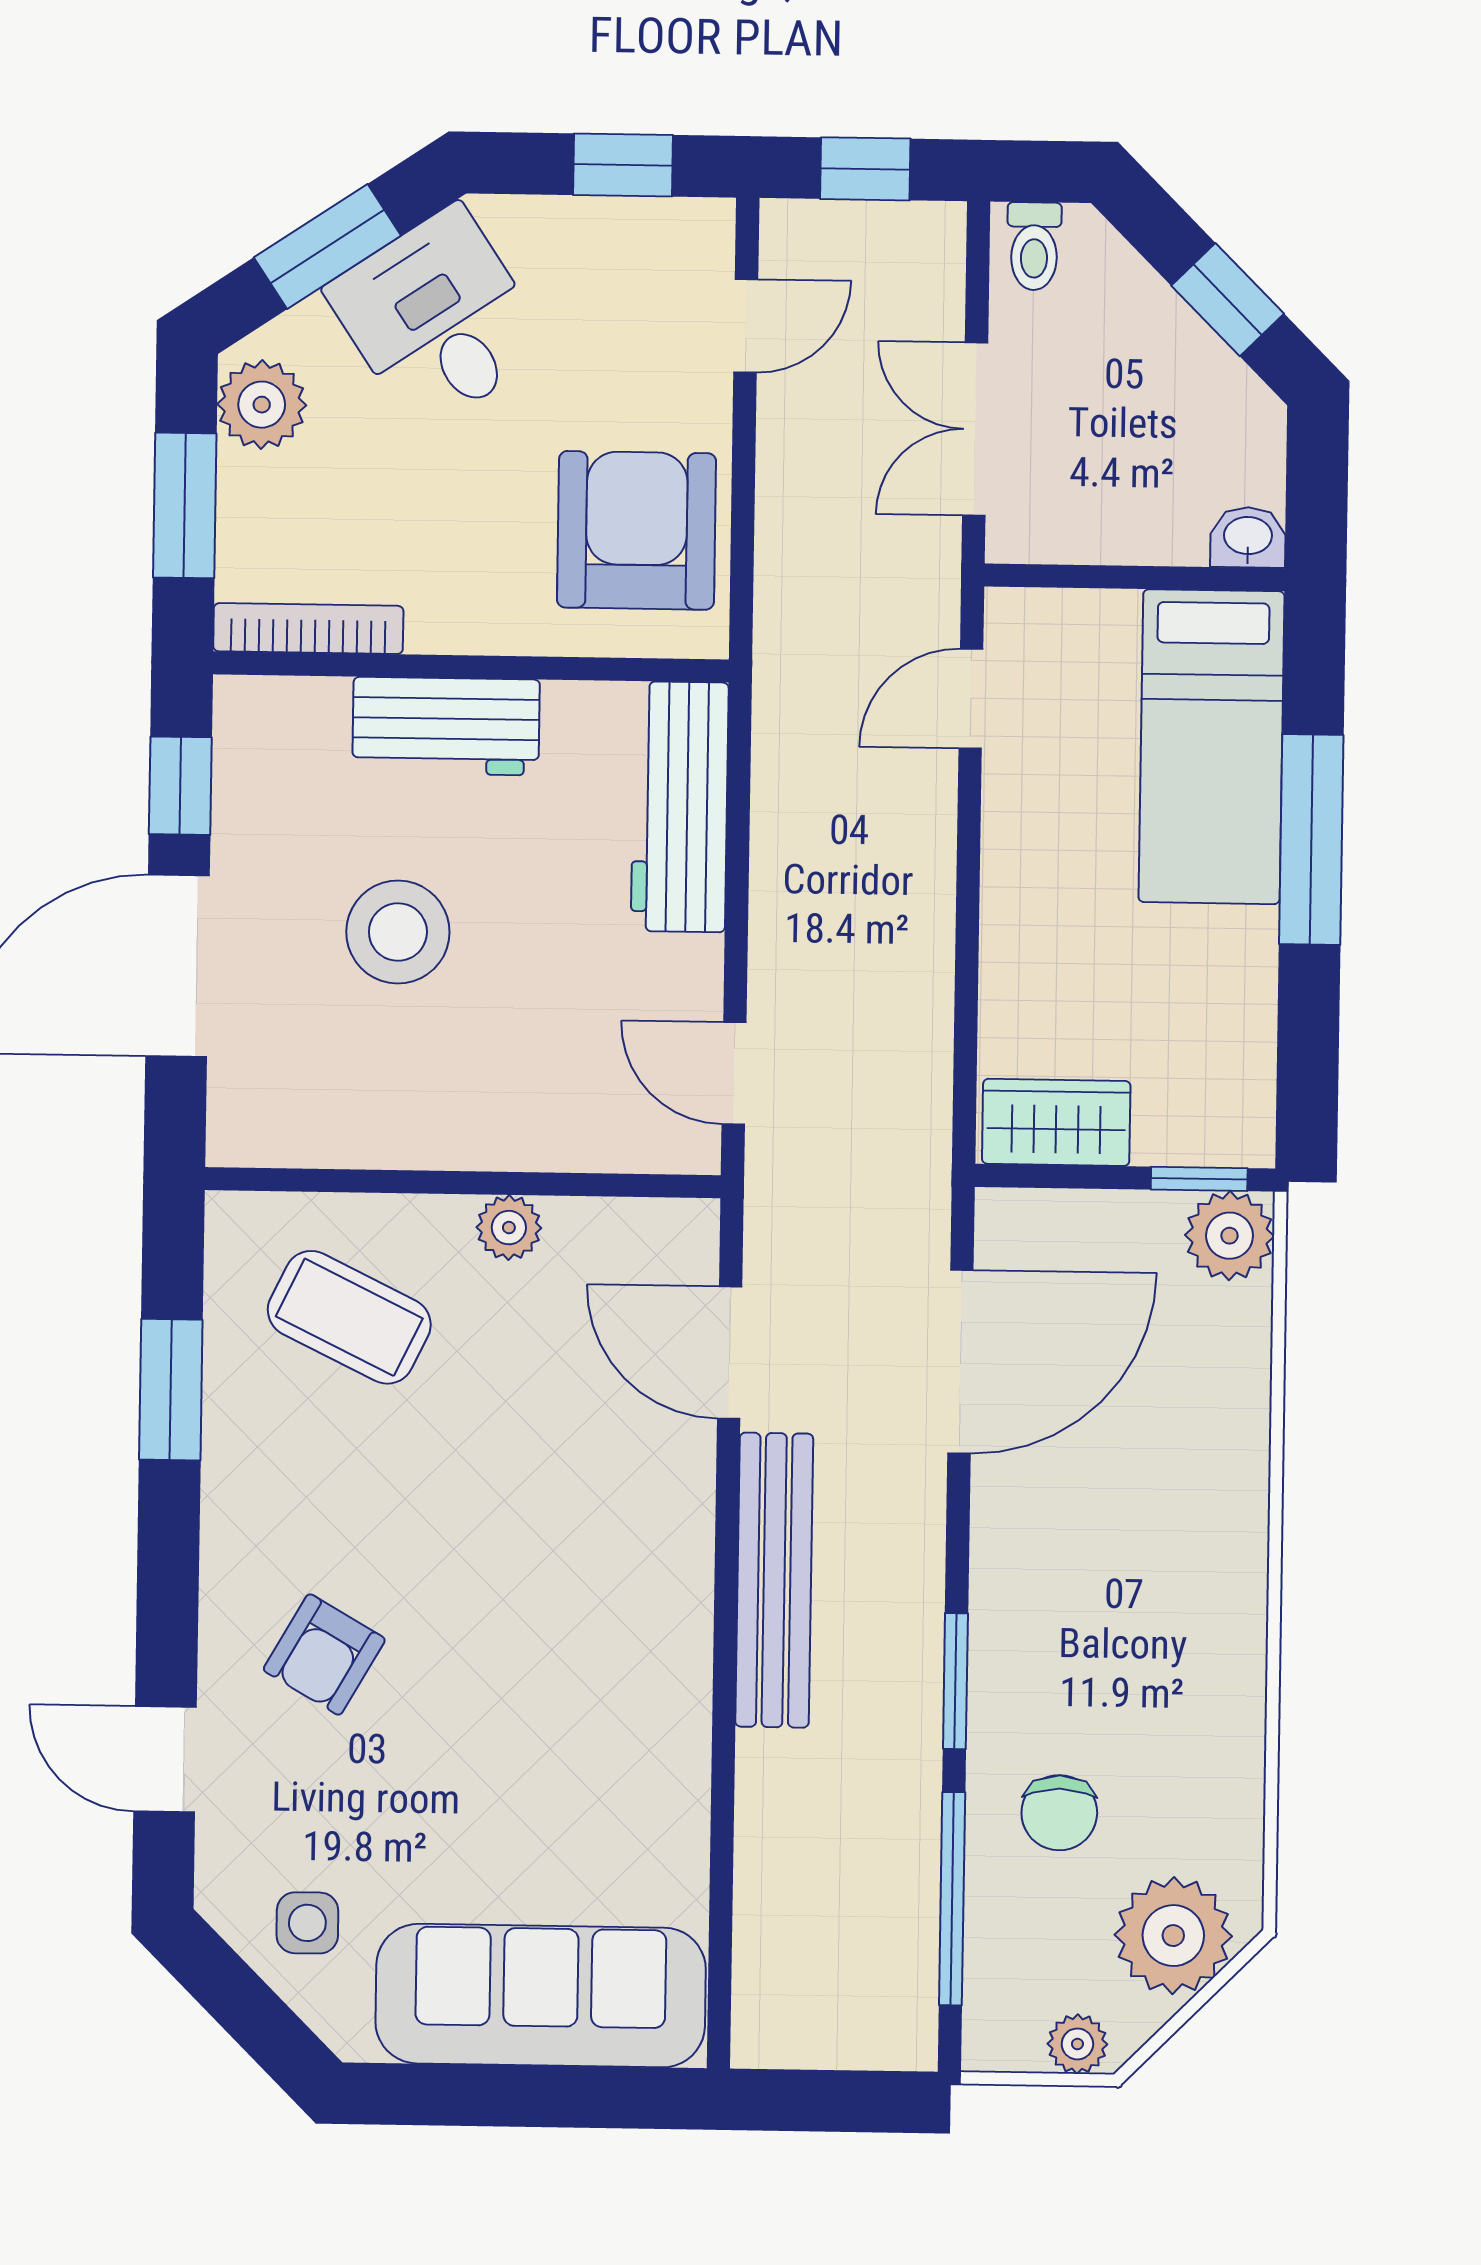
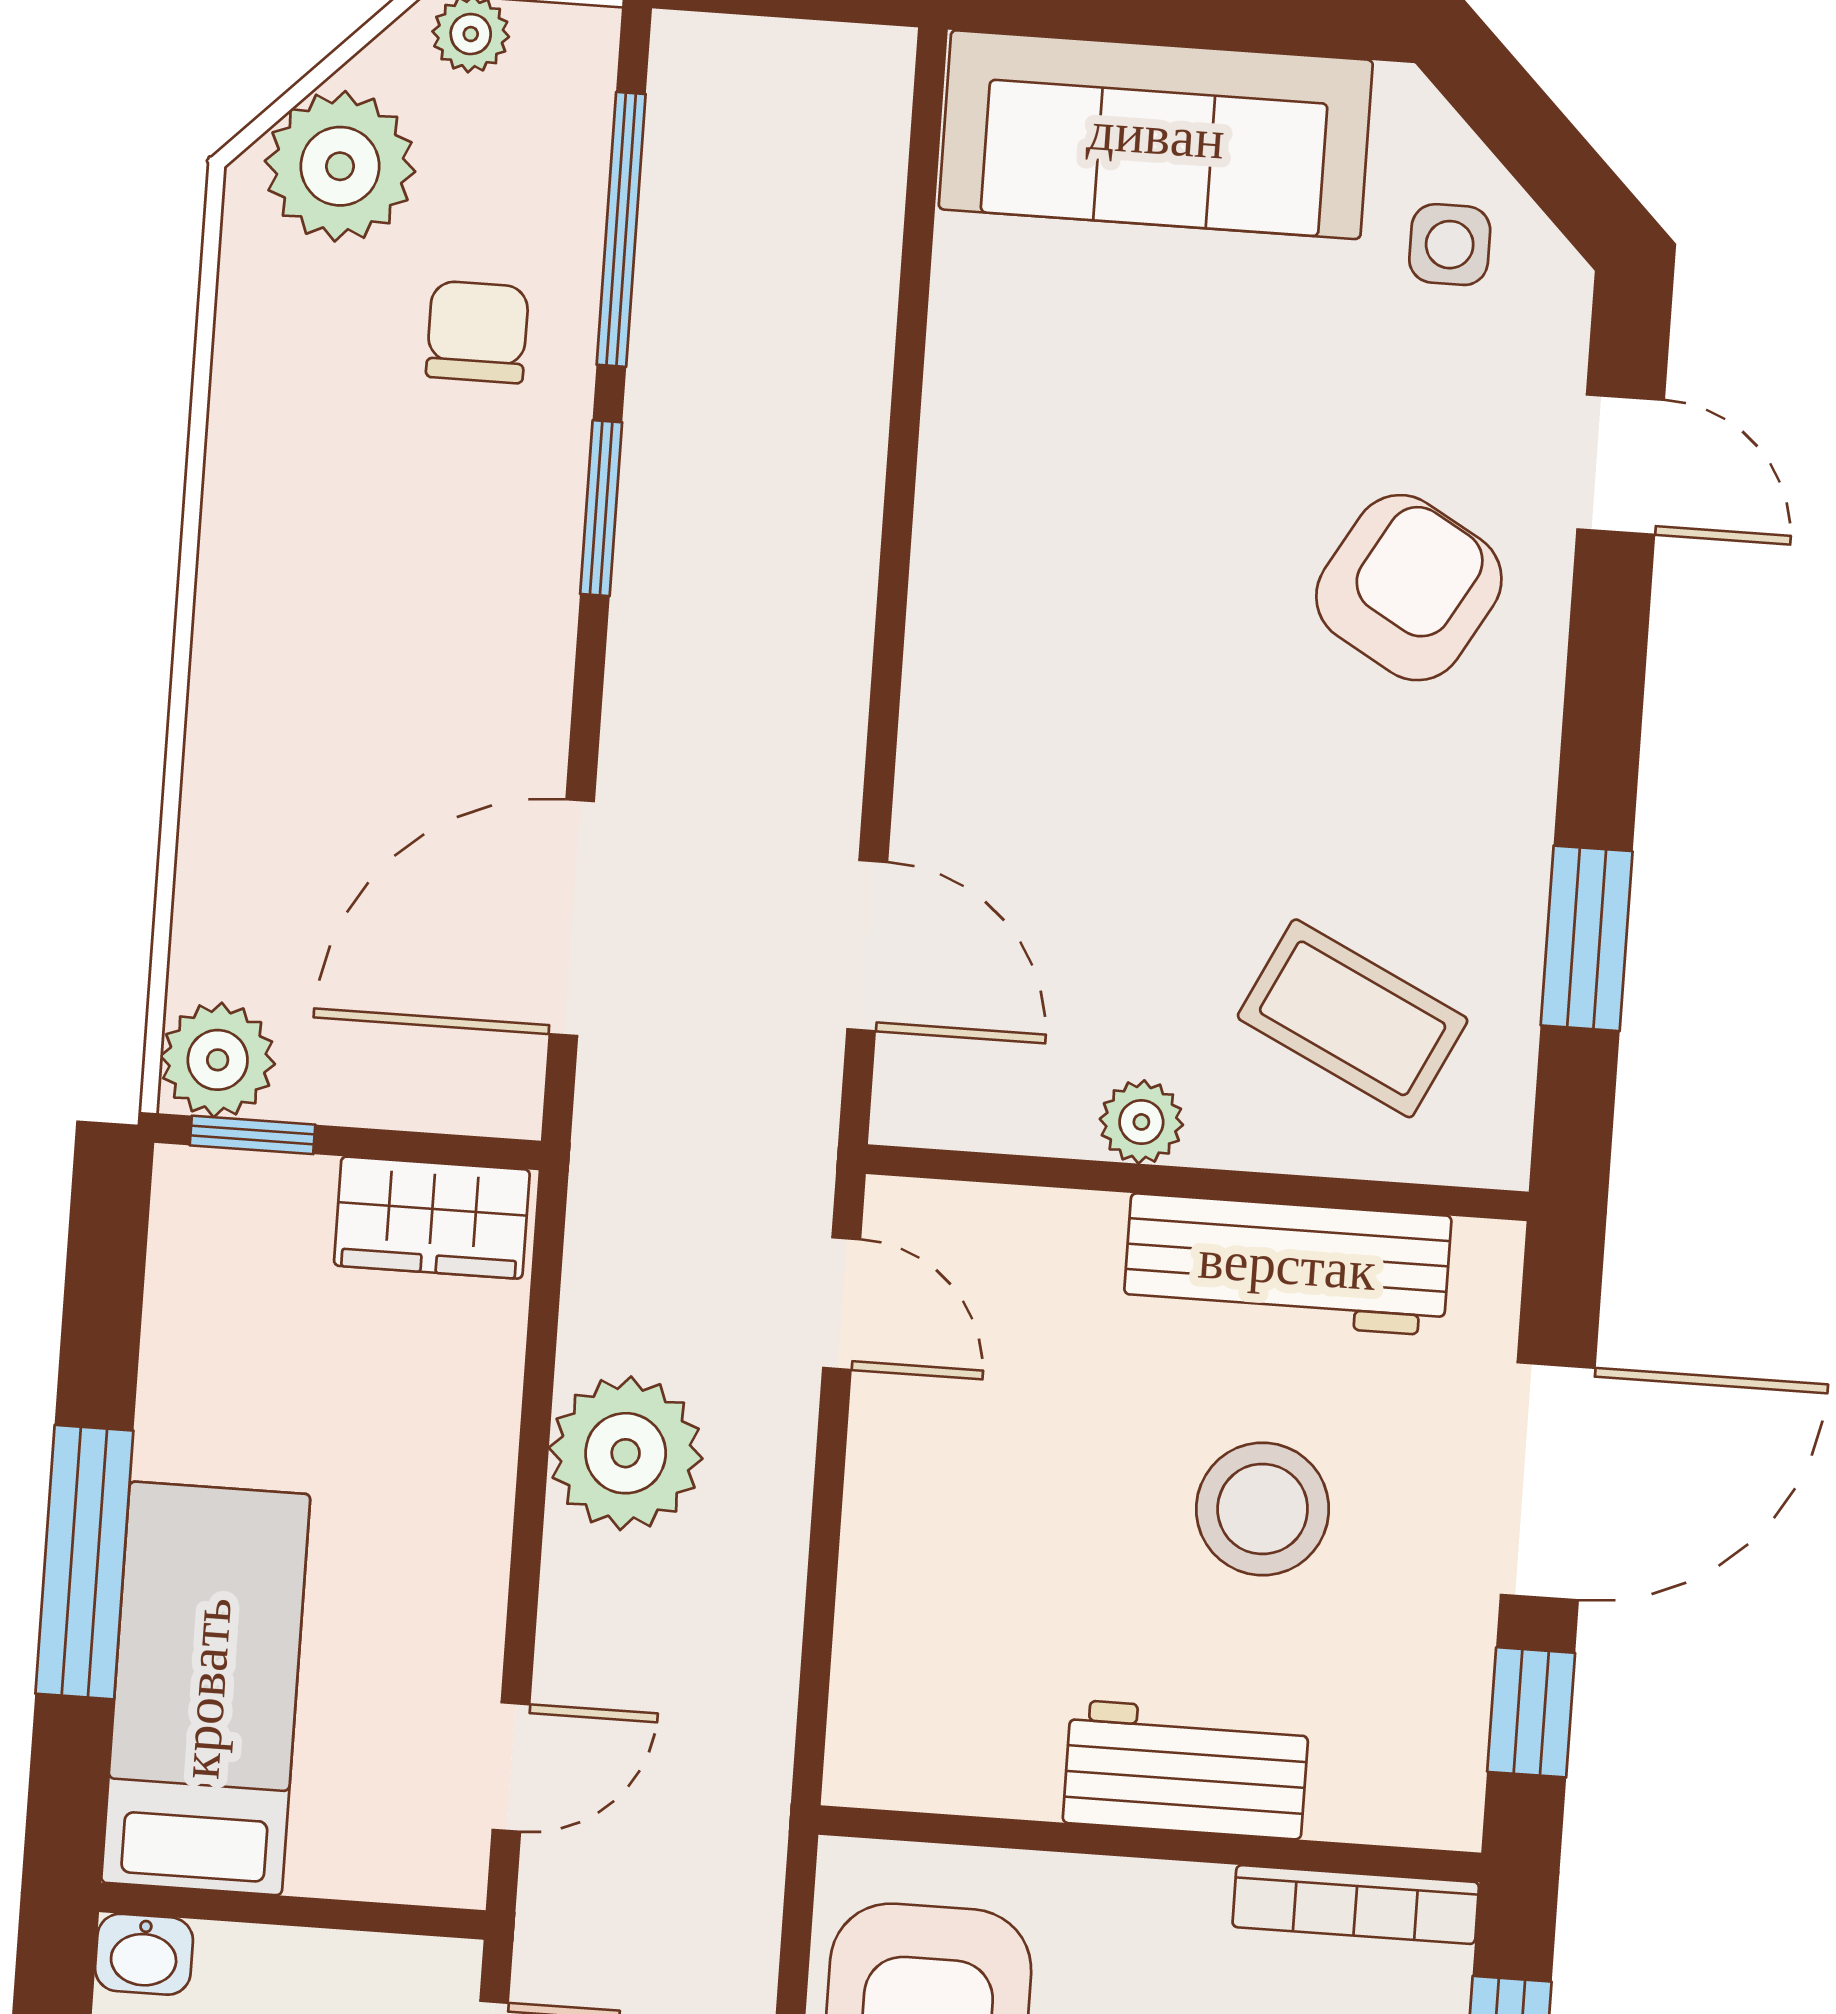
workbench: (680, 807) -> (1287, 1265), moved, turned 90
plant: (895, 948) -> (626, 1453), added
bench: (774, 1580) -> (826, 651), removed
armchair: (324, 1654) -> (1409, 588), width x1.38, depth x1.38

